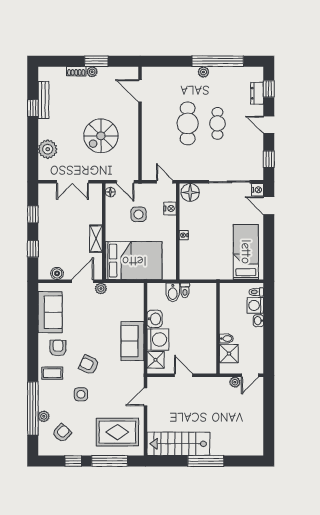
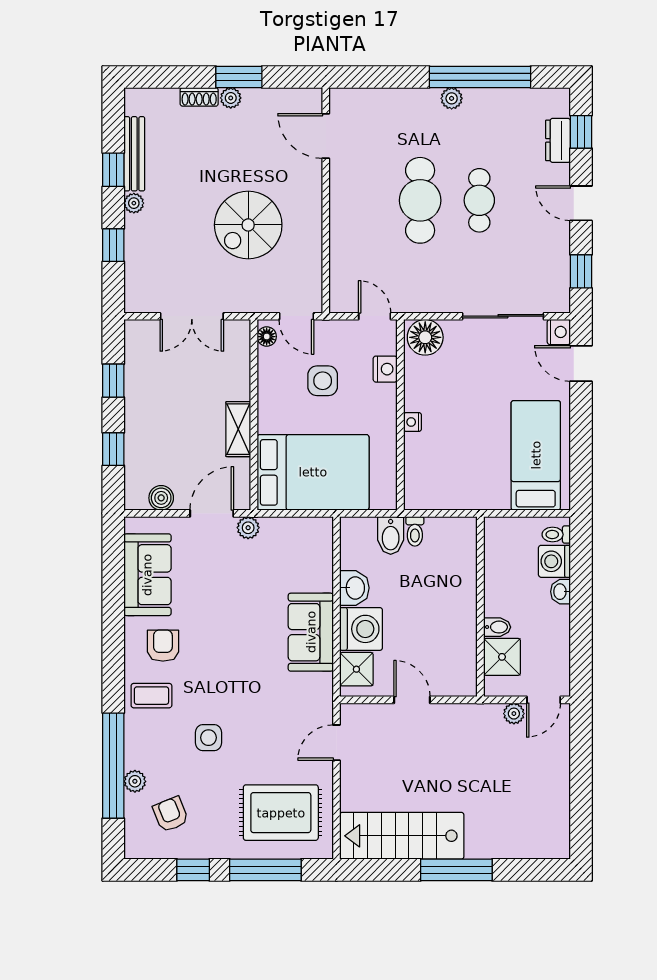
window: (33, 146) -> (113, 245), added
plant: (48, 149) -> (134, 203), moved, width x0.53, depth x0.53
armchair: (89, 365) -> (224, 679), removed
armchair: (62, 433) -> (171, 814), turned -65

